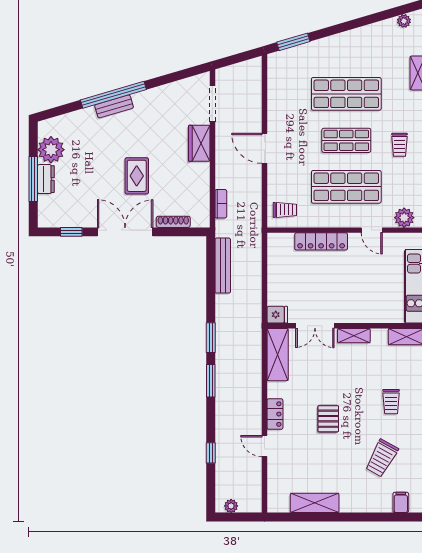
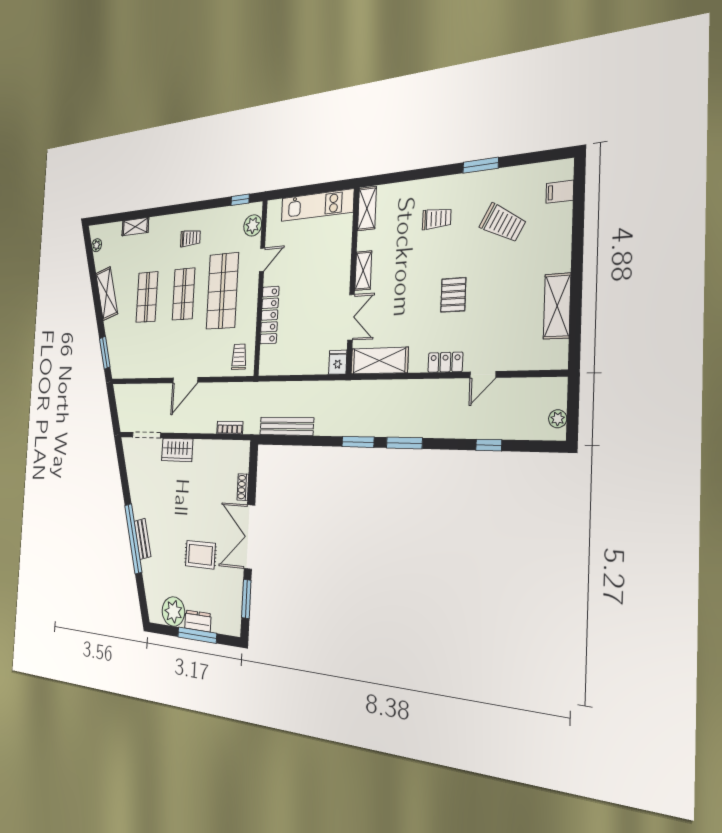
shelving: (353, 39) -> (107, 294), added
shop shelf: (346, 94) -> (147, 297), width x0.70, depth x0.74
rug: (137, 176) -> (200, 555), moved
shoe rack: (173, 222) -> (243, 487), width x0.70
window: (71, 232) -> (246, 599), width x1.50
pallet: (328, 419) -> (453, 295), turned 90

